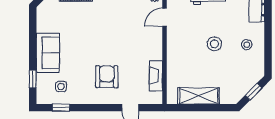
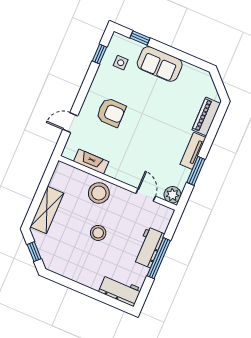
stool: (247, 45) -> (99, 193), moved, width x1.89, depth x1.89
shelving: (199, 96) -> (47, 210), moved

